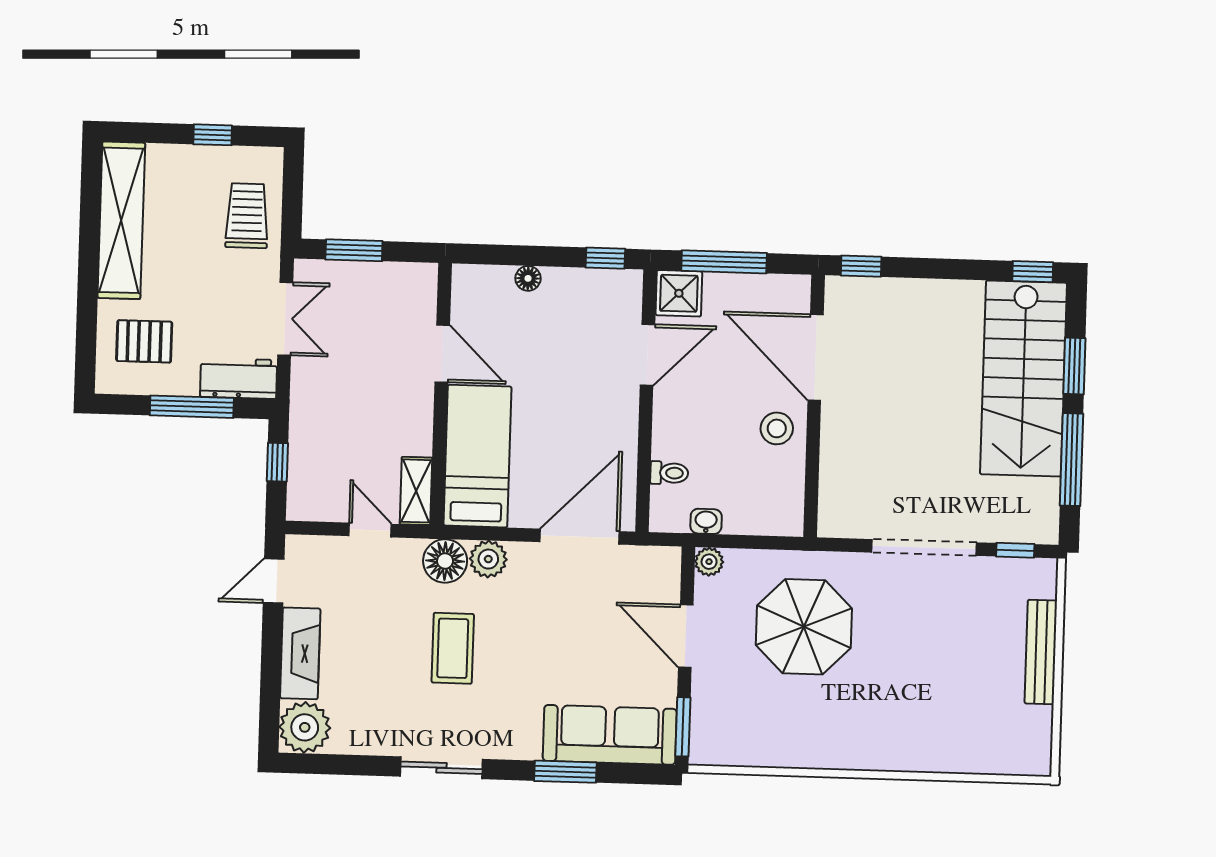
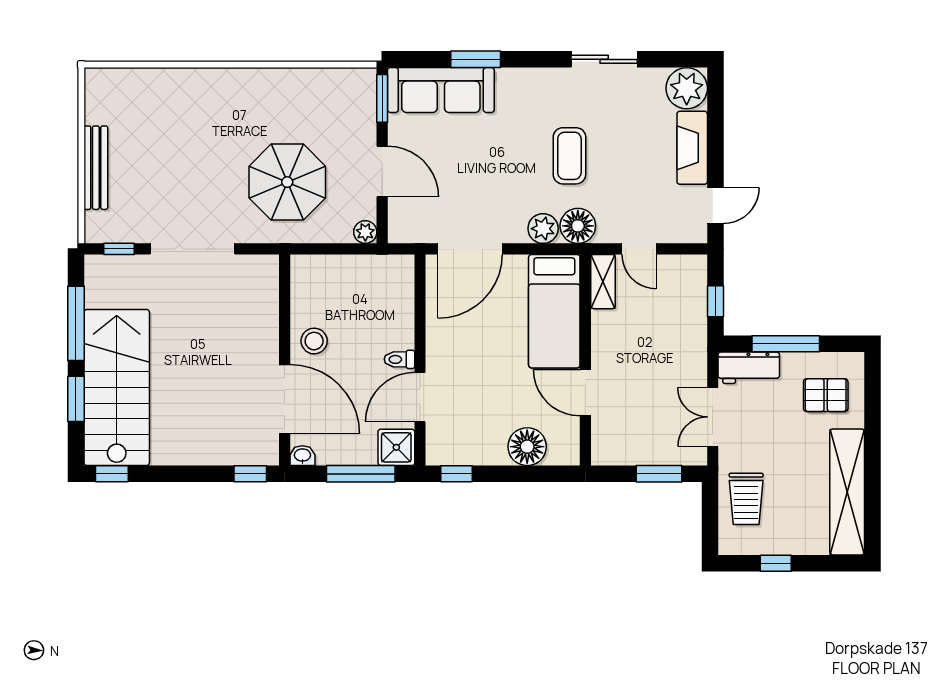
floor lamp: (528, 278) -> (527, 447), width x1.89, depth x1.89
toilet: (669, 473) -> (400, 359), moved
washbasin: (706, 521) -> (302, 456), moved, turned 180
sliding door: (442, 768) -> (604, 59), moved

